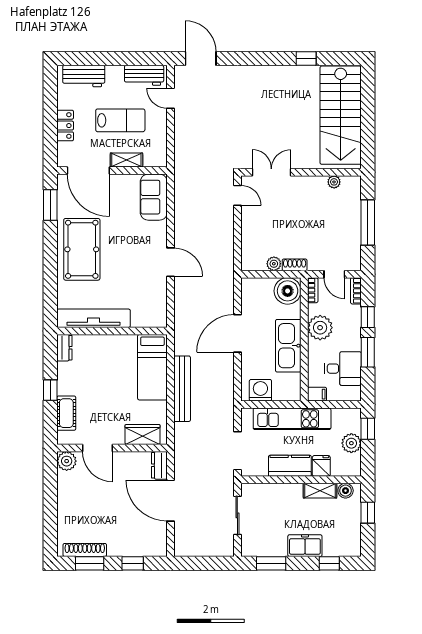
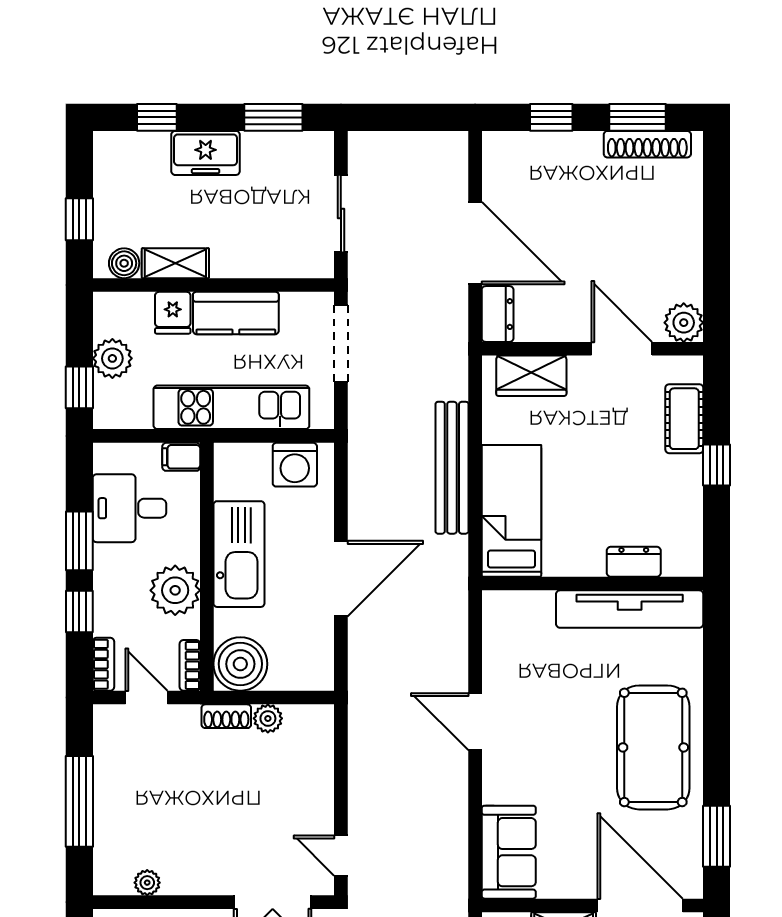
dresser: (64, 348) -> (634, 562), moved, turned 90

